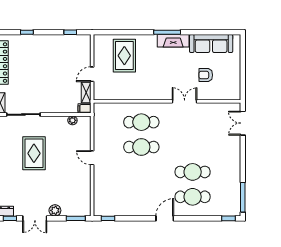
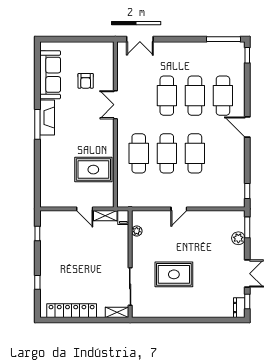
rug: (124, 56) -> (93, 170), moved
cafe table: (193, 147) -> (167, 96), added
cafe table: (141, 172) -> (195, 153), added
plant: (55, 210) -> (238, 238), moved

